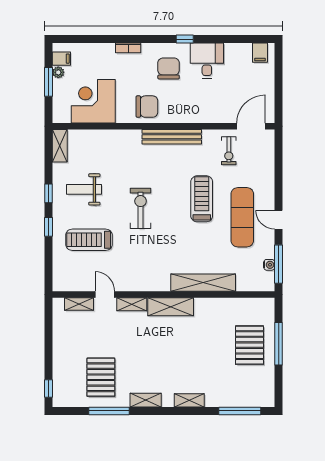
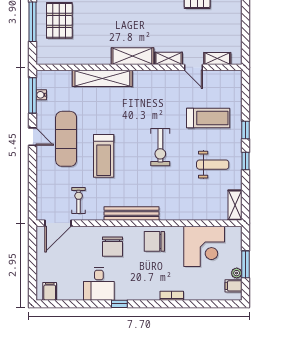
chair: (169, 68) -> (113, 247), moved

